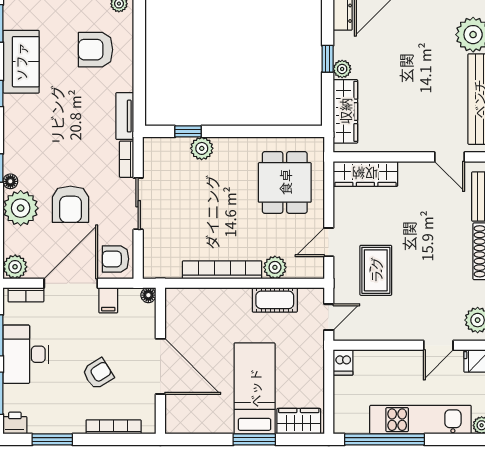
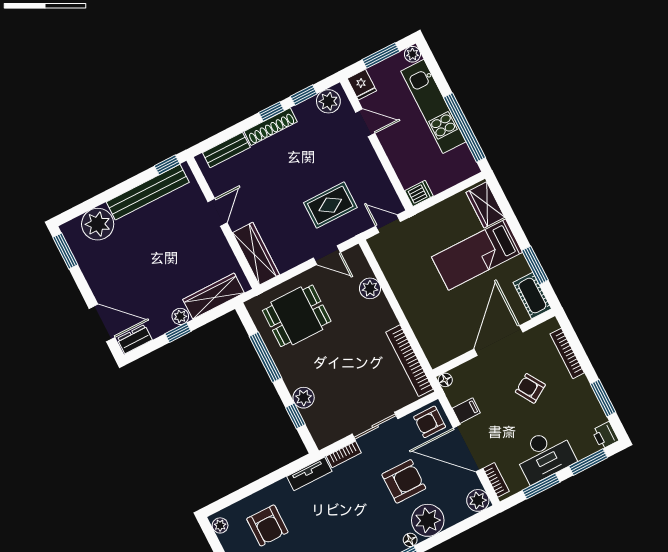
window: (260, 131) -> (265, 357), added
door: (450, 157) -> (217, 212), moved
armchair: (115, 259) -> (430, 422), turned 90
bookcase: (222, 270) -> (409, 361), moved
cot: (275, 300) -> (532, 296), moved
window: (254, 439) -> (535, 265), moved

